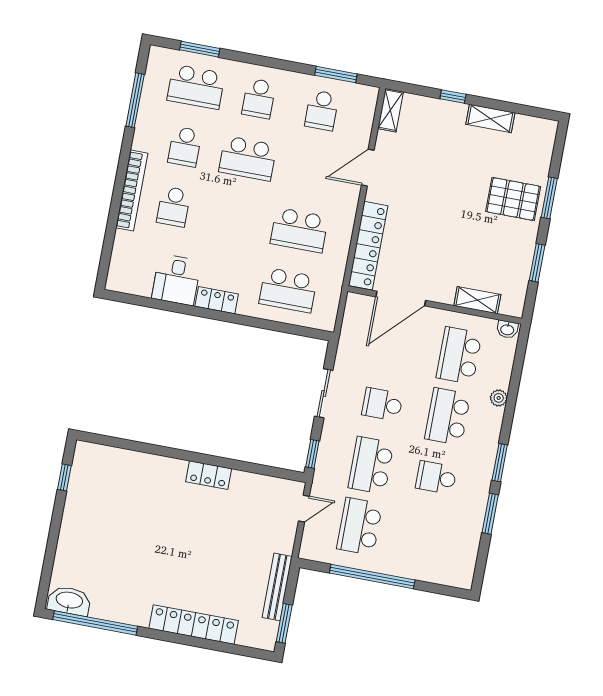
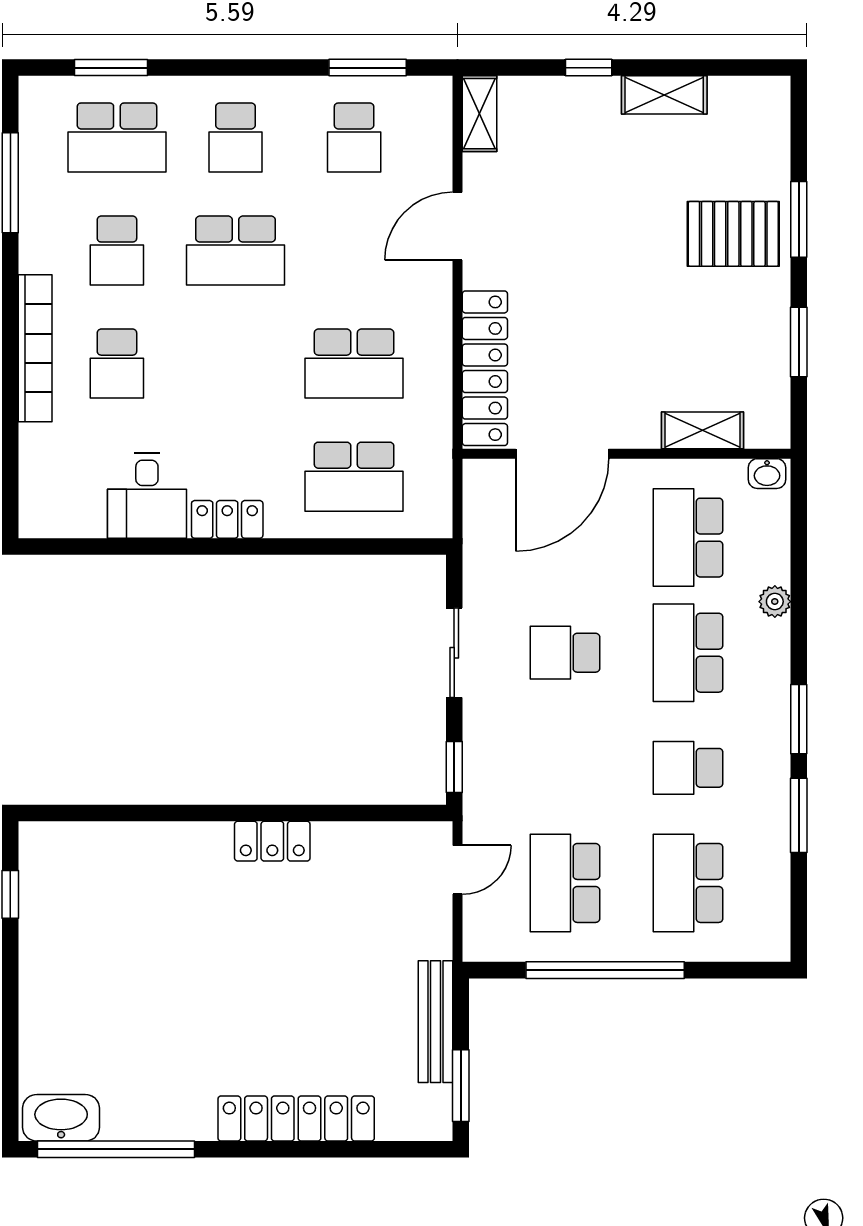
school desk: (371, 465) -> (688, 883), moved

